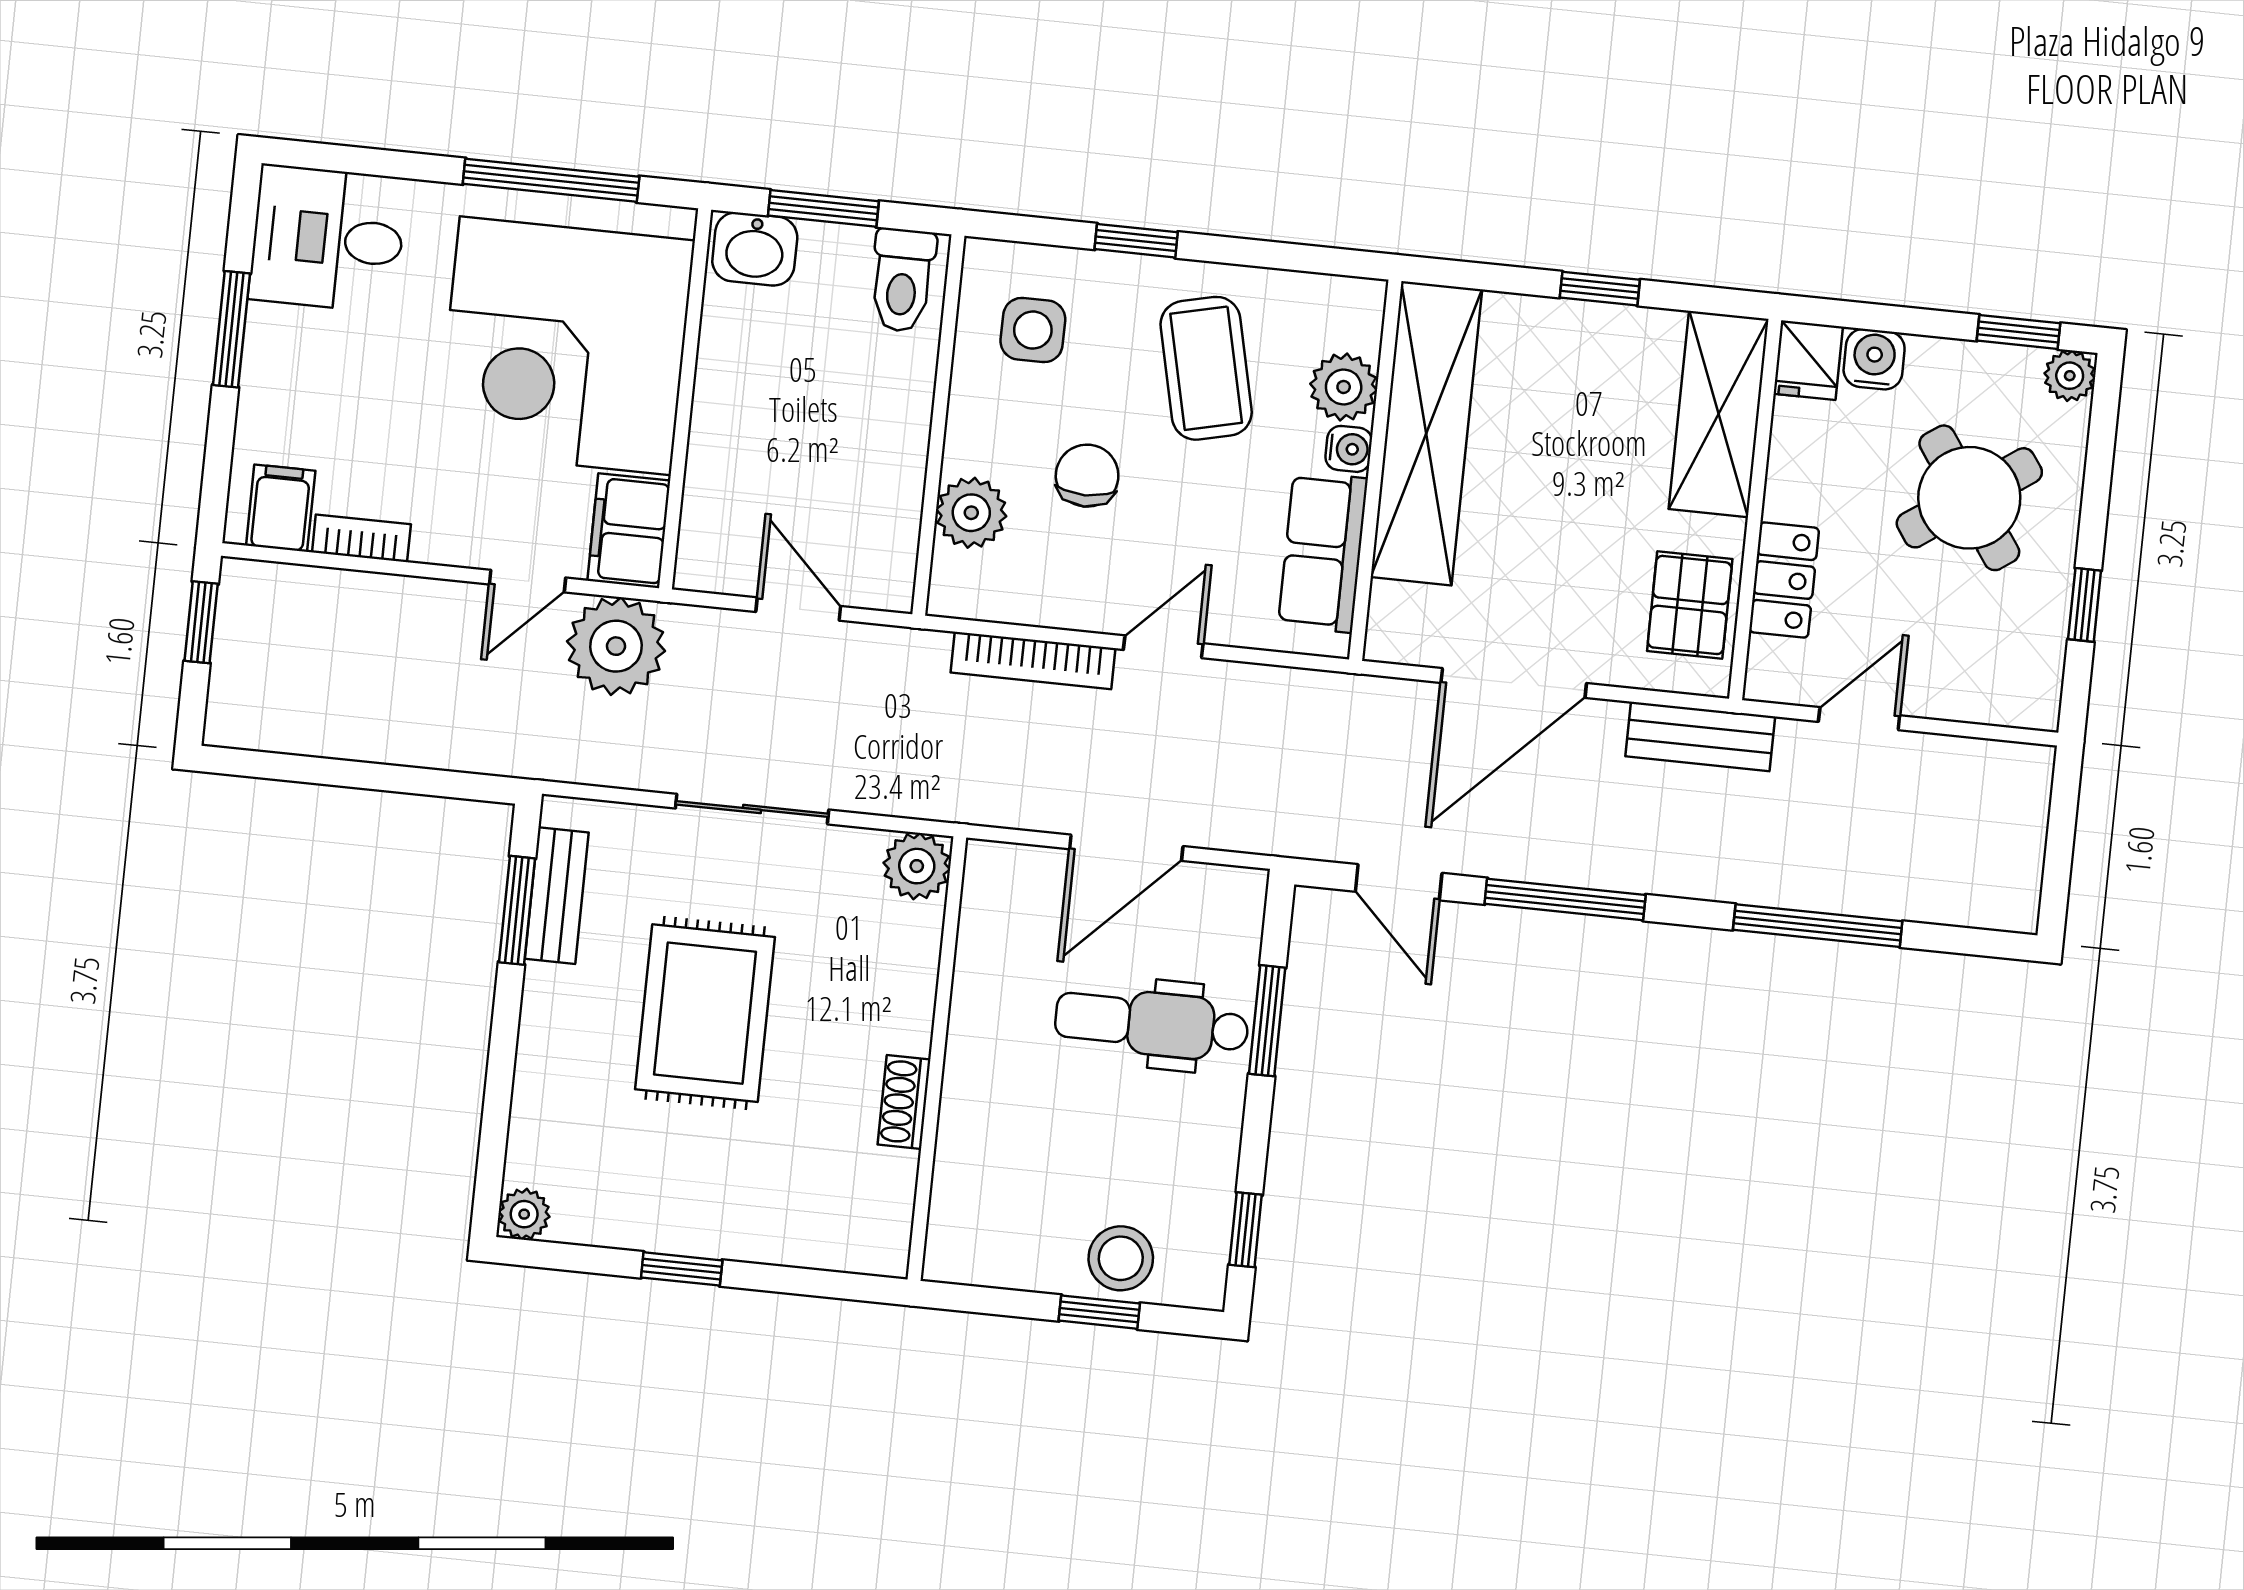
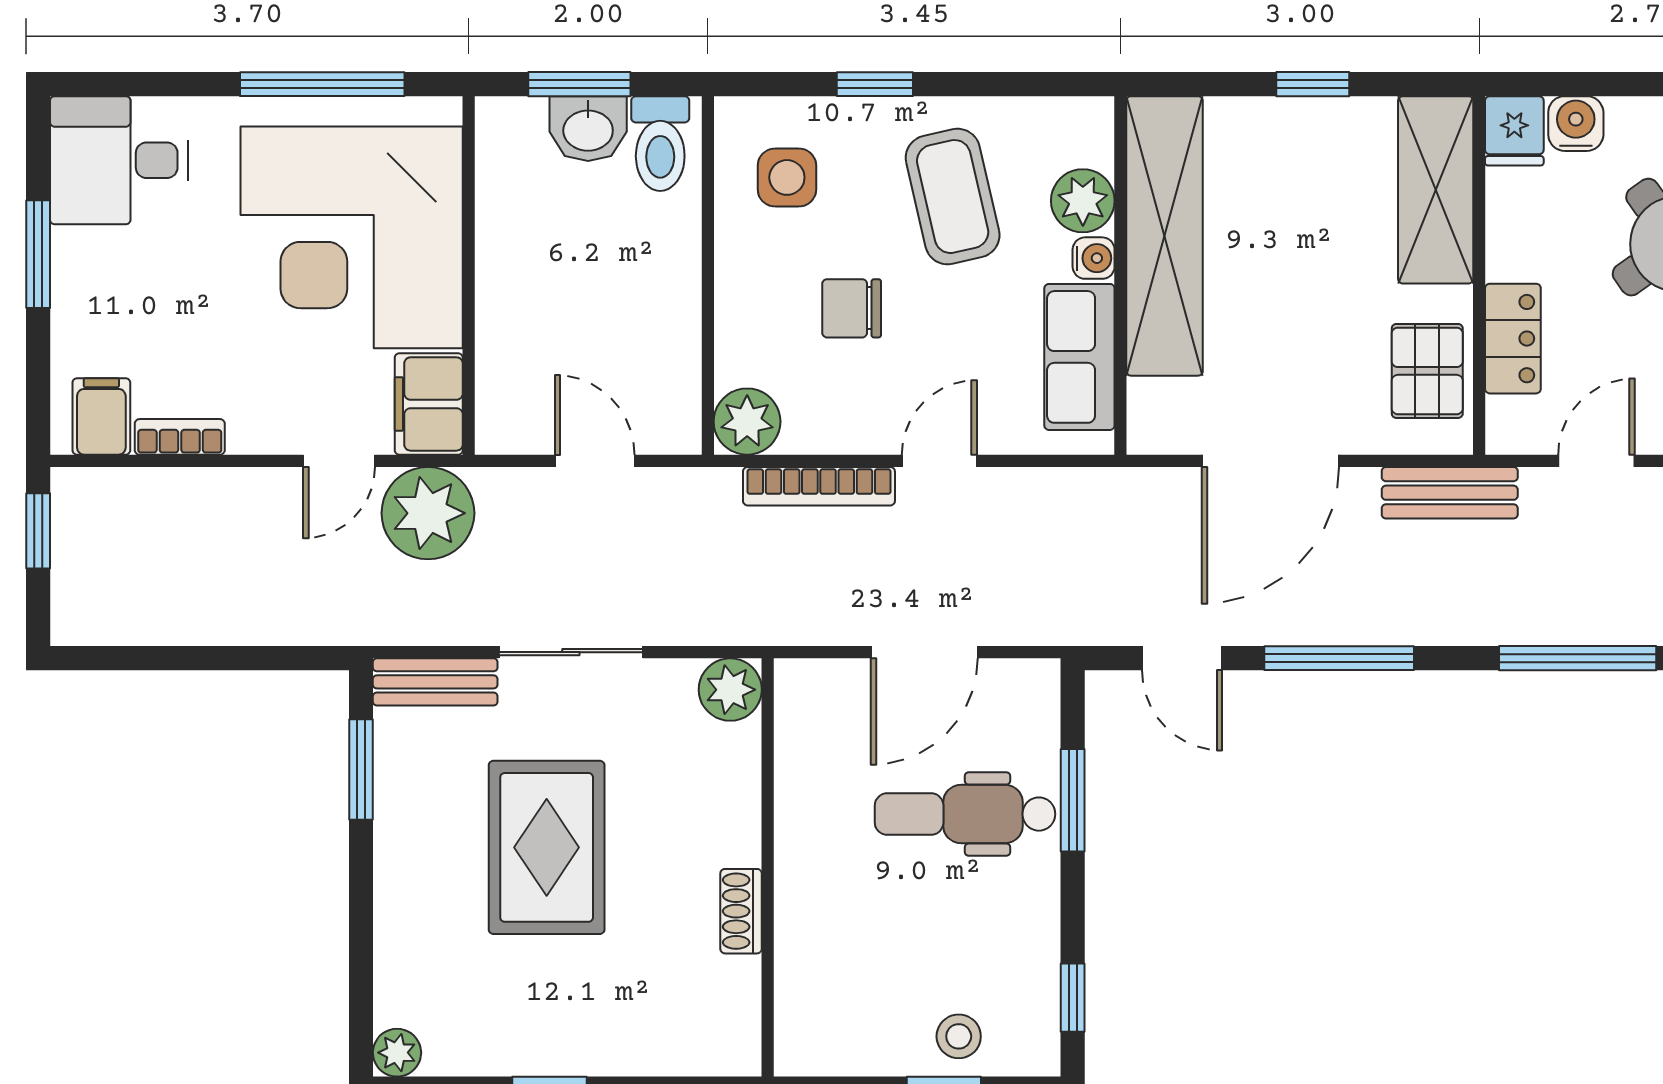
washbasin: (755, 249) -> (588, 129), moved
chair: (1087, 476) -> (852, 308), turned -90
plant: (971, 513) -> (747, 422), moved
bench: (557, 896) -> (435, 682), moved, turned 90
stool: (1121, 1258) -> (959, 1036), width x0.73, depth x0.73

